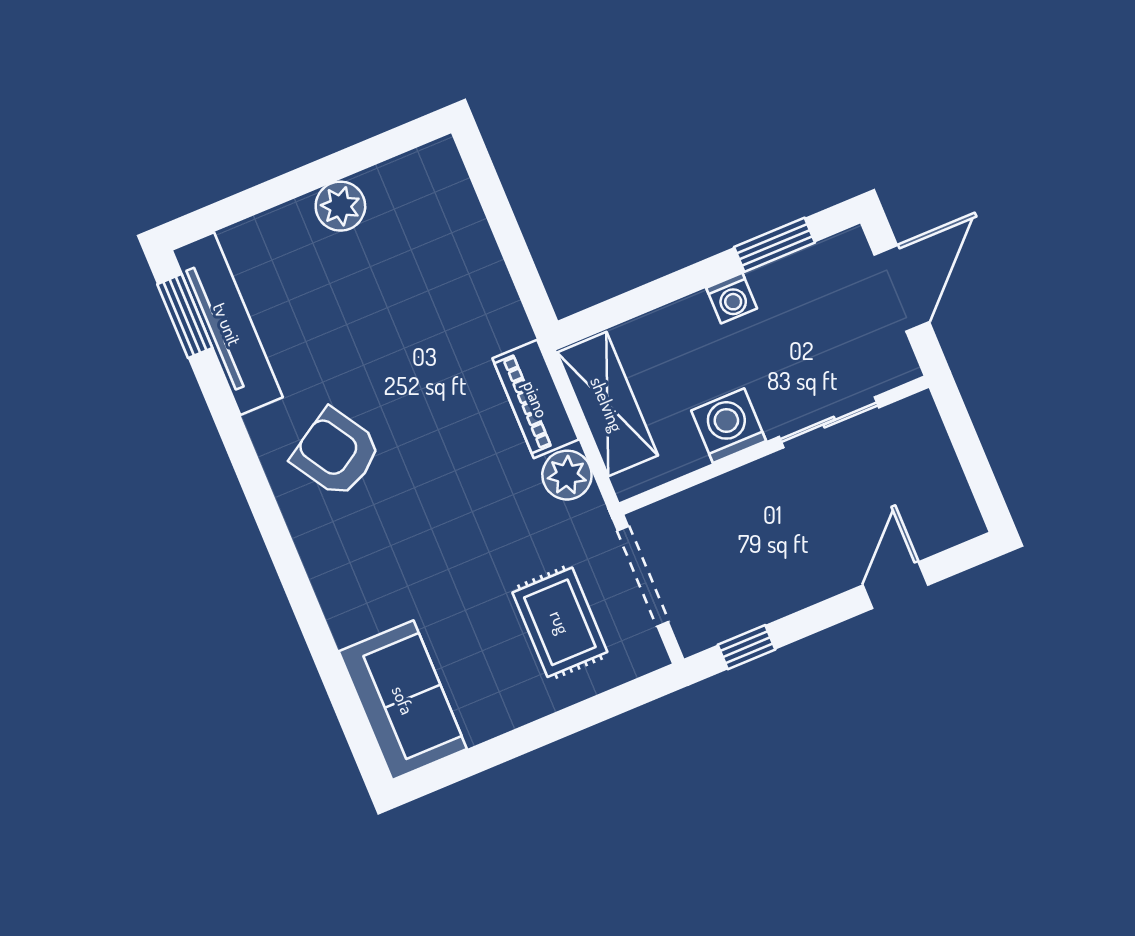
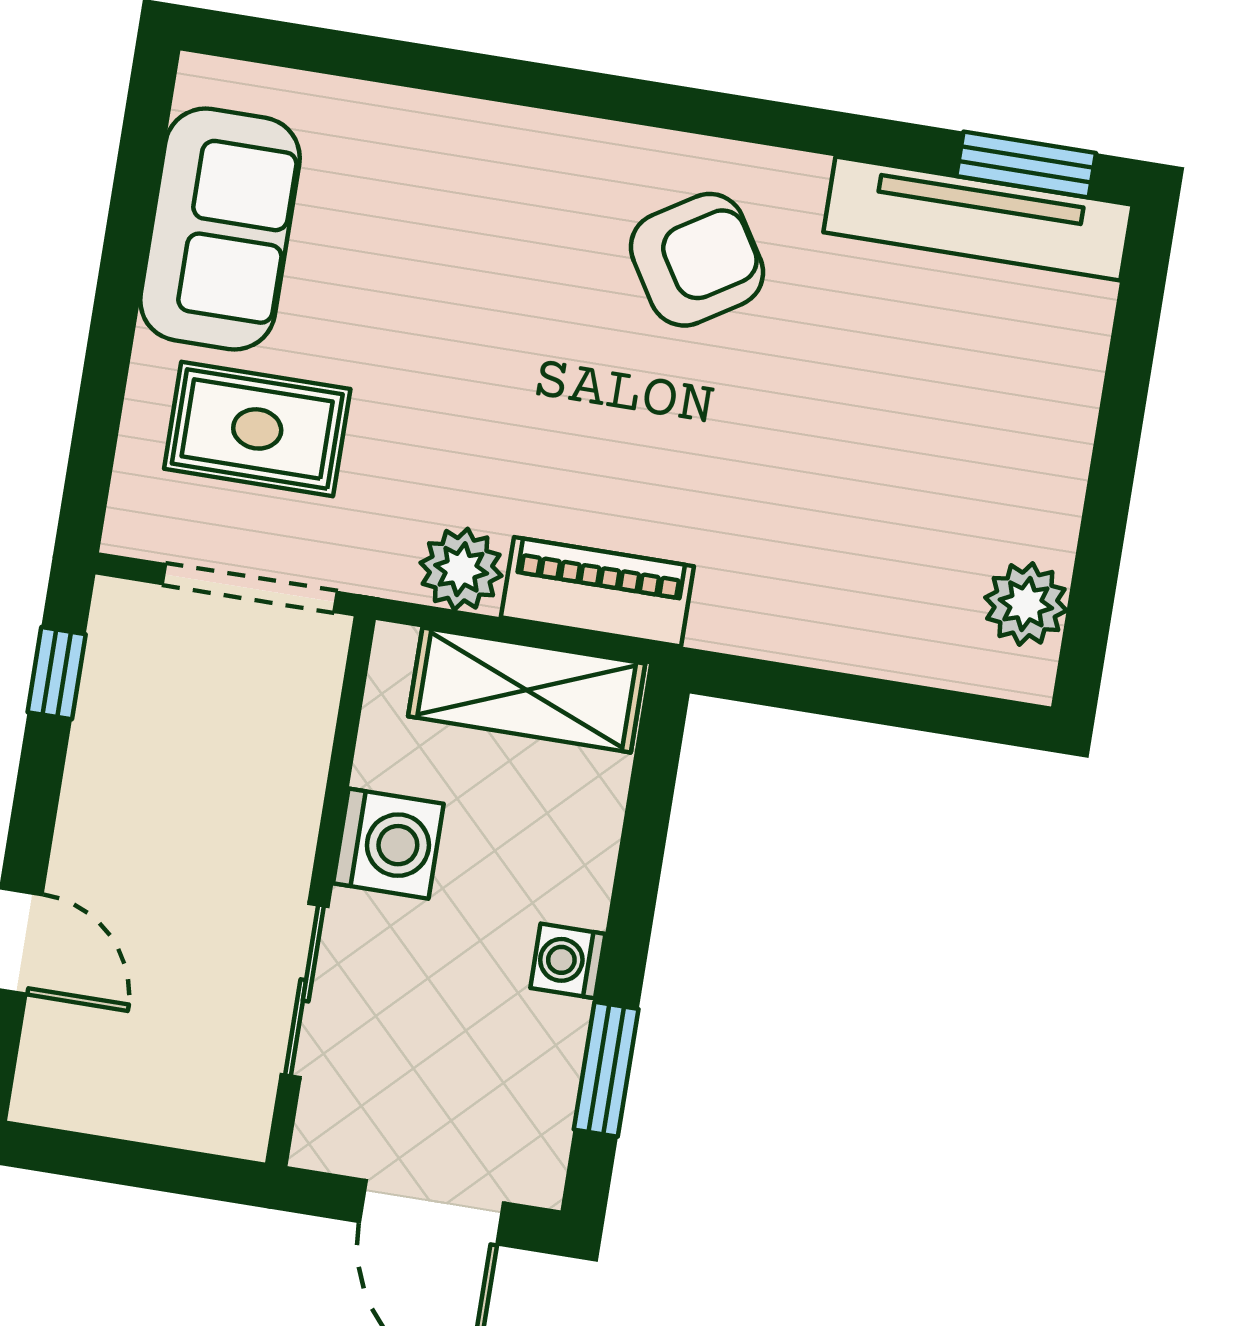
plant: (340, 206) -> (1026, 604), moved
sofa: (403, 700) -> (220, 229), moved, turned -90

